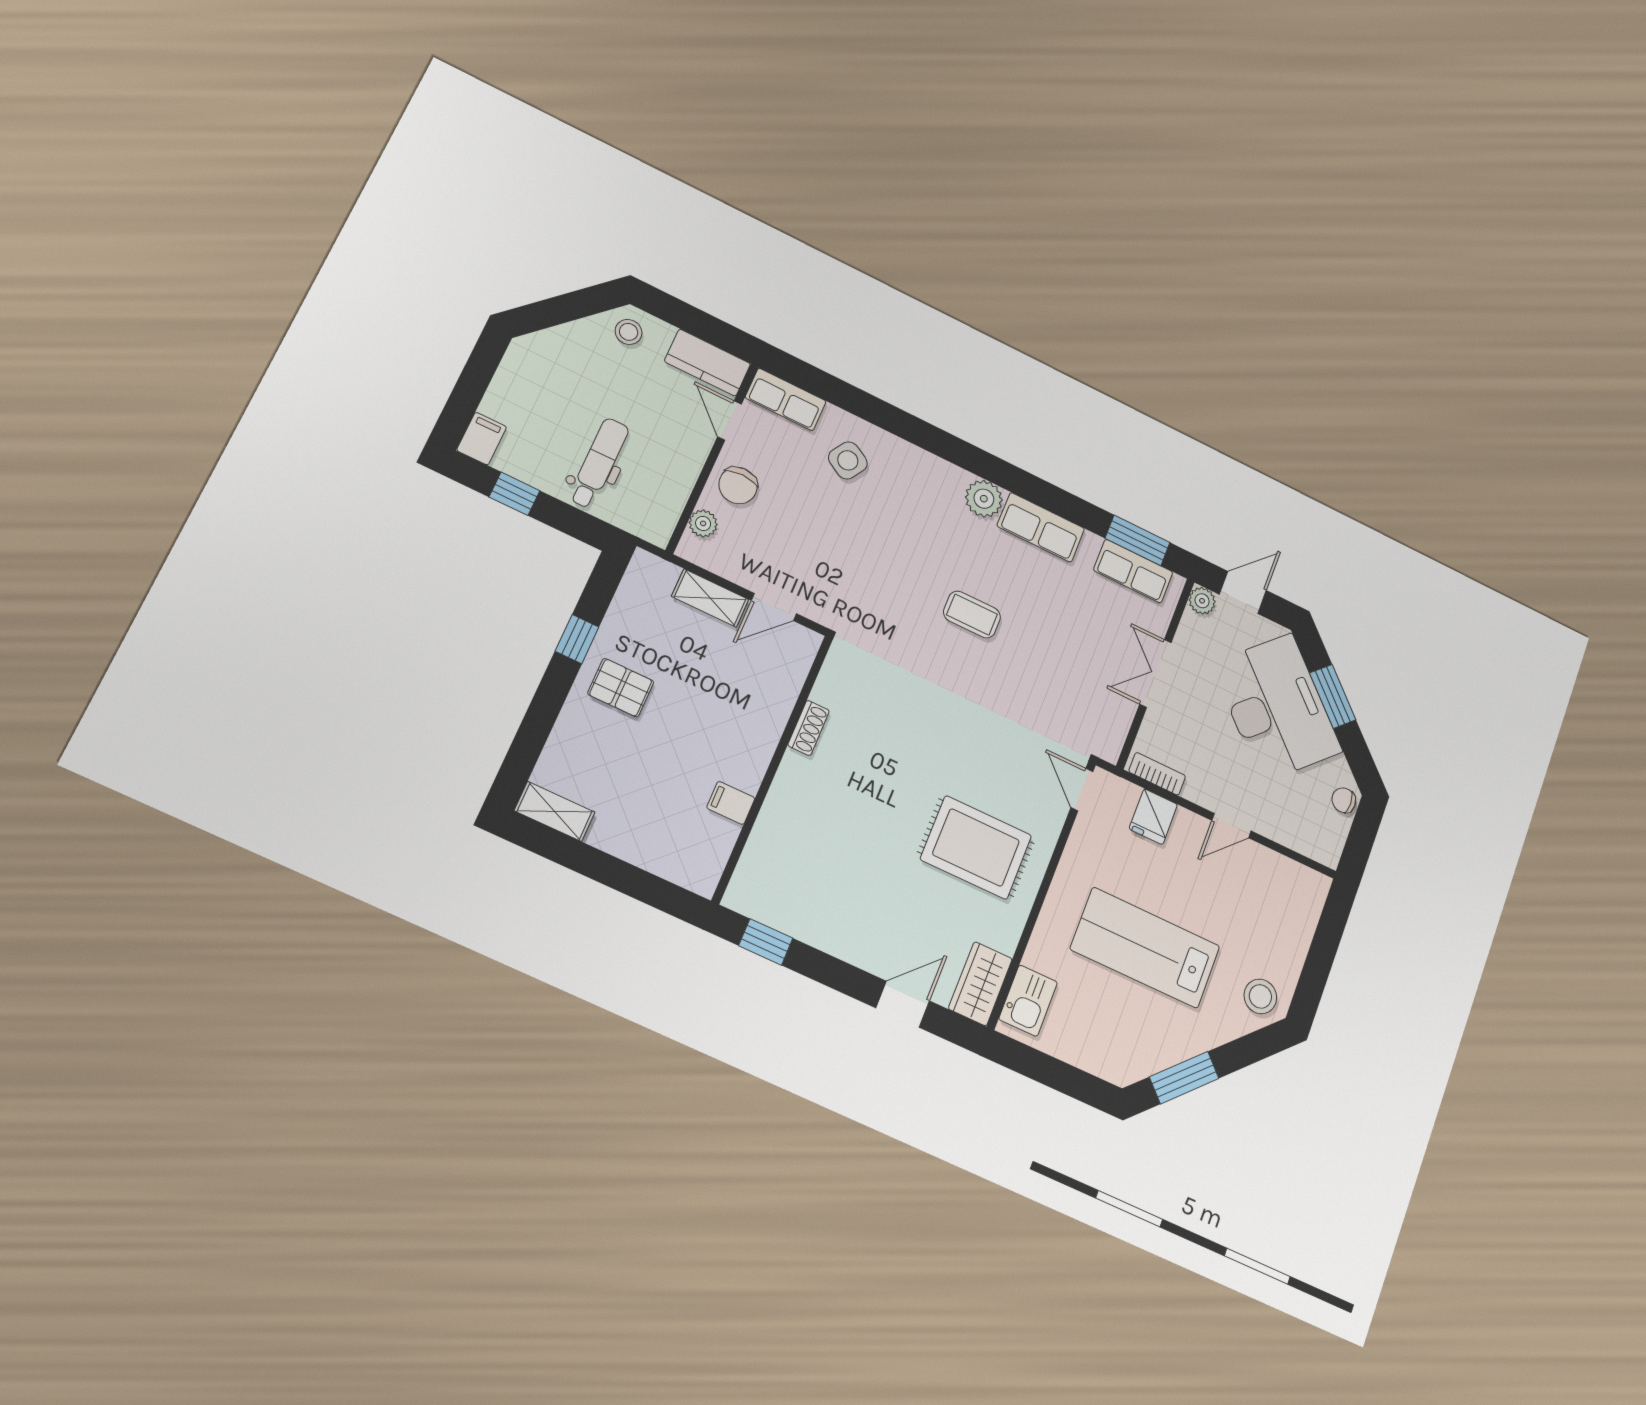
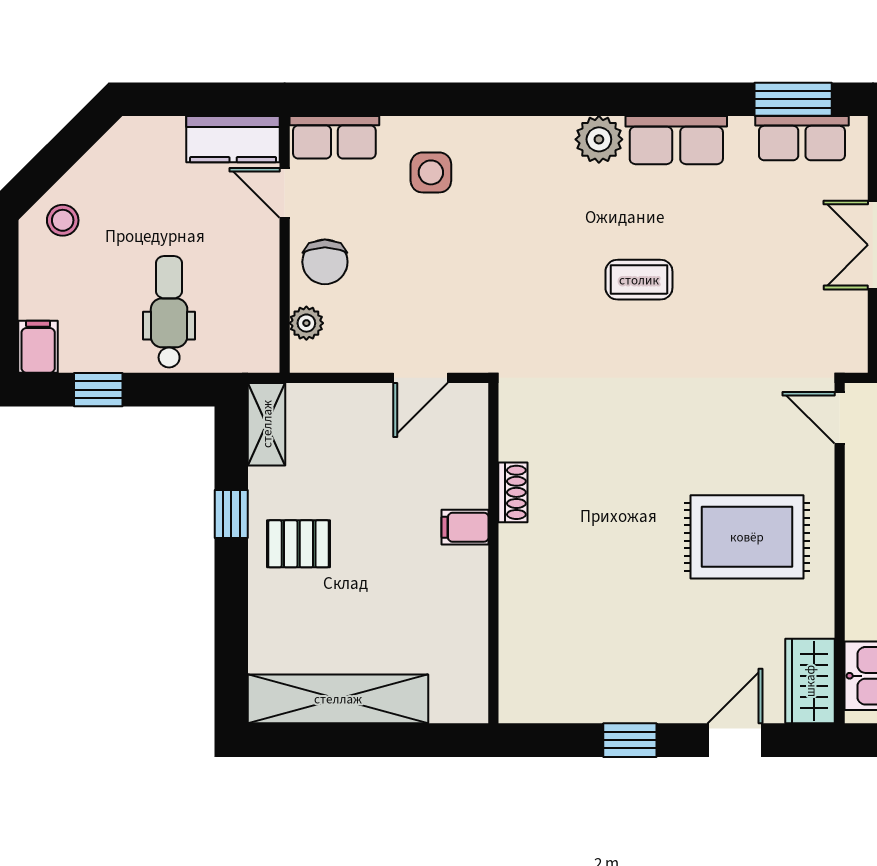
stool: (629, 332) -> (63, 220), moved
side table: (848, 460) -> (431, 172), turned -31
shelving: (710, 598) -> (267, 424), moved, turned 90
filing cabinet: (731, 803) -> (465, 527), moved
shelving: (555, 811) -> (338, 699), width x2.20, depth x1.33
window: (766, 942) -> (630, 740), moved

